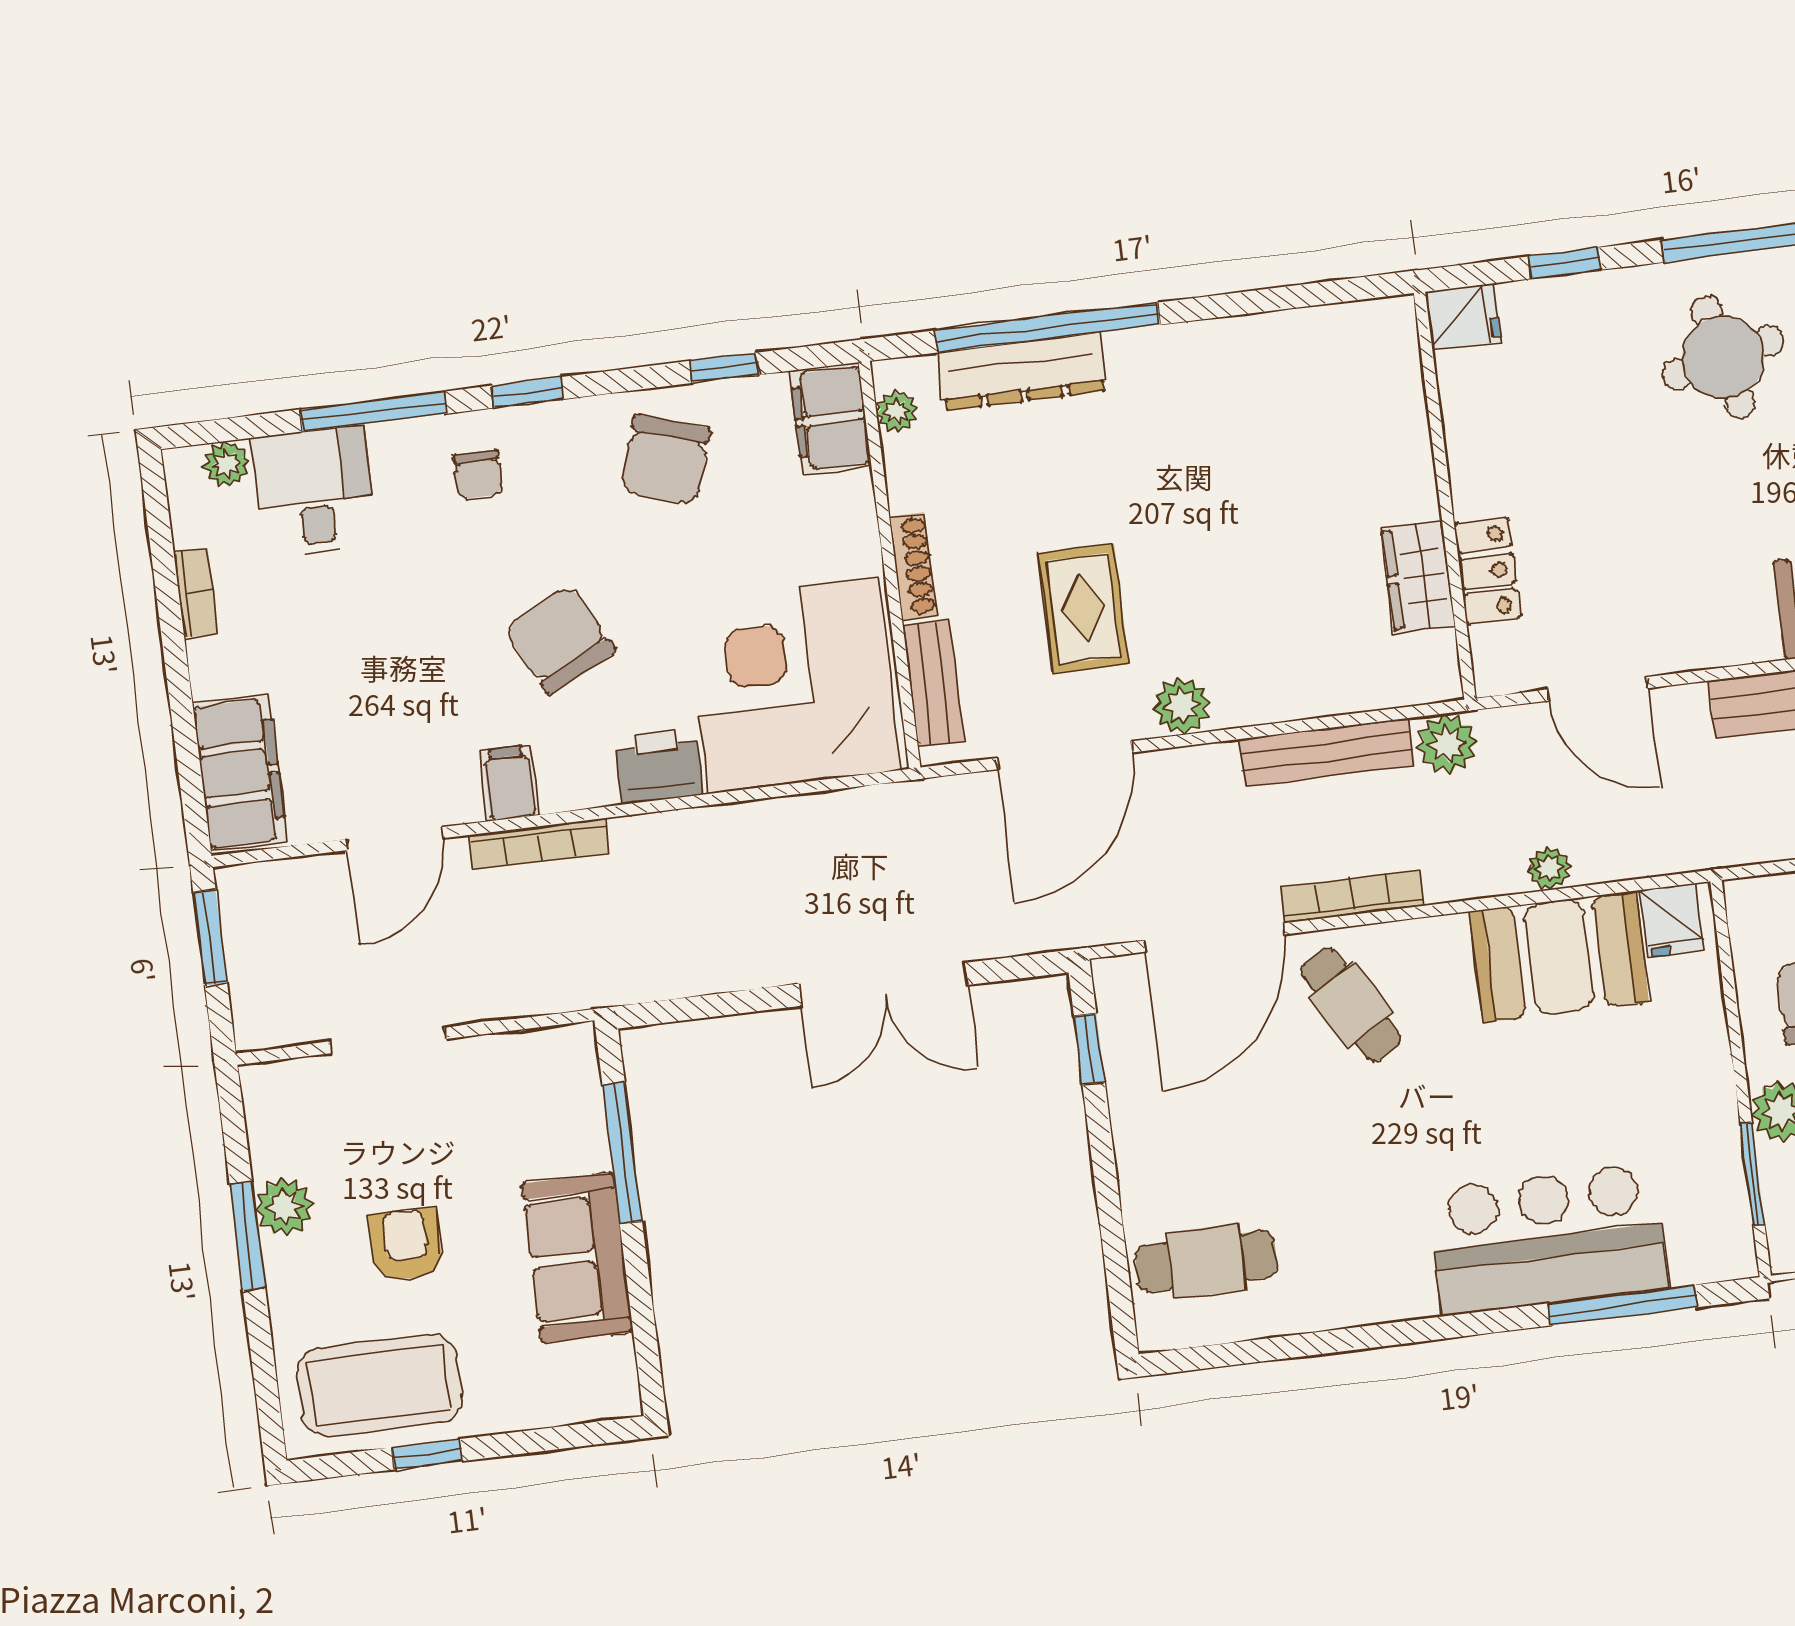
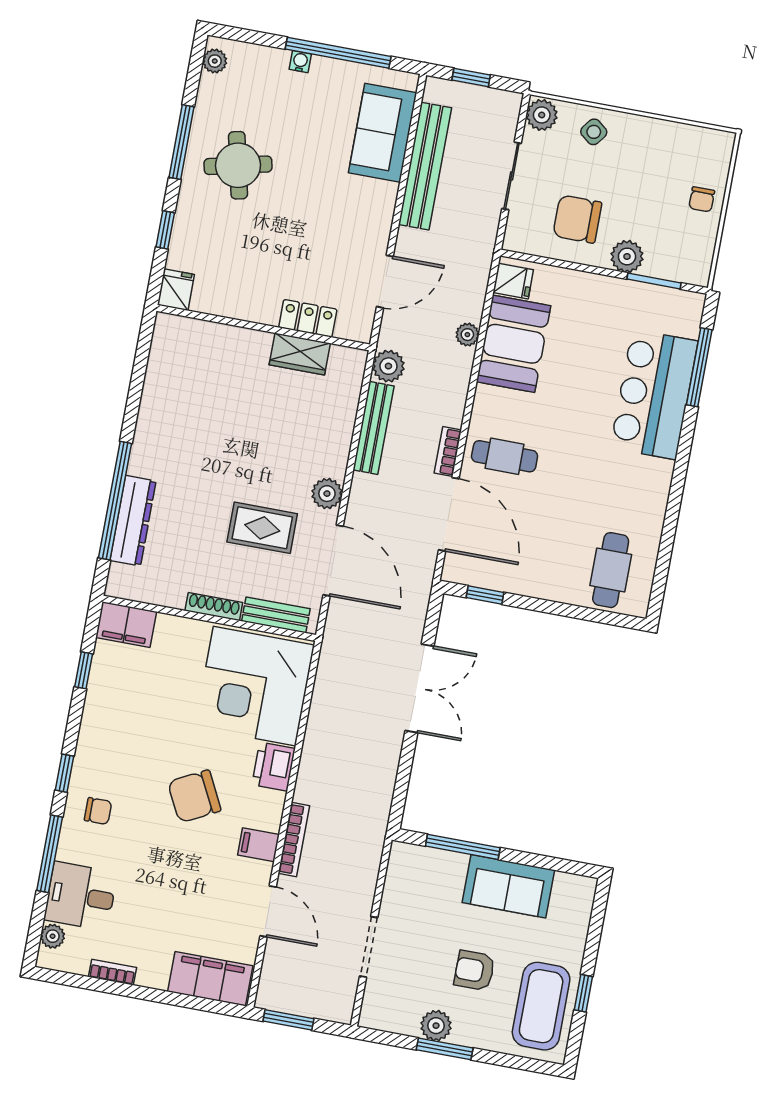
plant: (897, 411) -> (133, 590), removed
chair: (665, 460) -> (121, 714), removed
bookcase: (1352, 897) -> (448, 452), width x0.64
cafe table: (1351, 1005) -> (505, 456), turned 31

